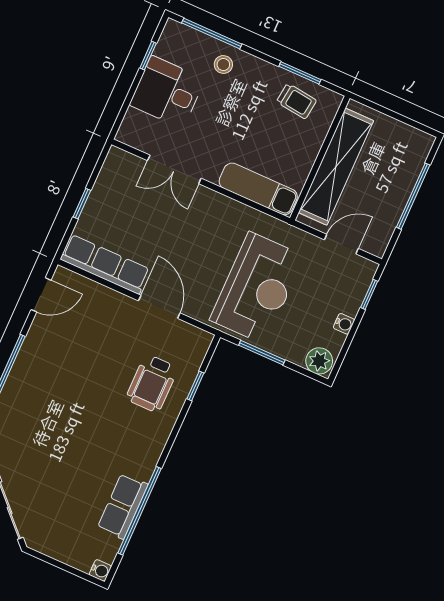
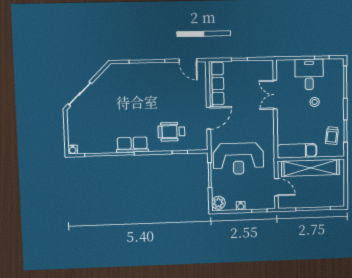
stool: (223, 65) -> (315, 102), moved
exam couch: (258, 189) -> (297, 151), moved, turned -90
row of seats: (123, 506) -> (132, 145), moved

